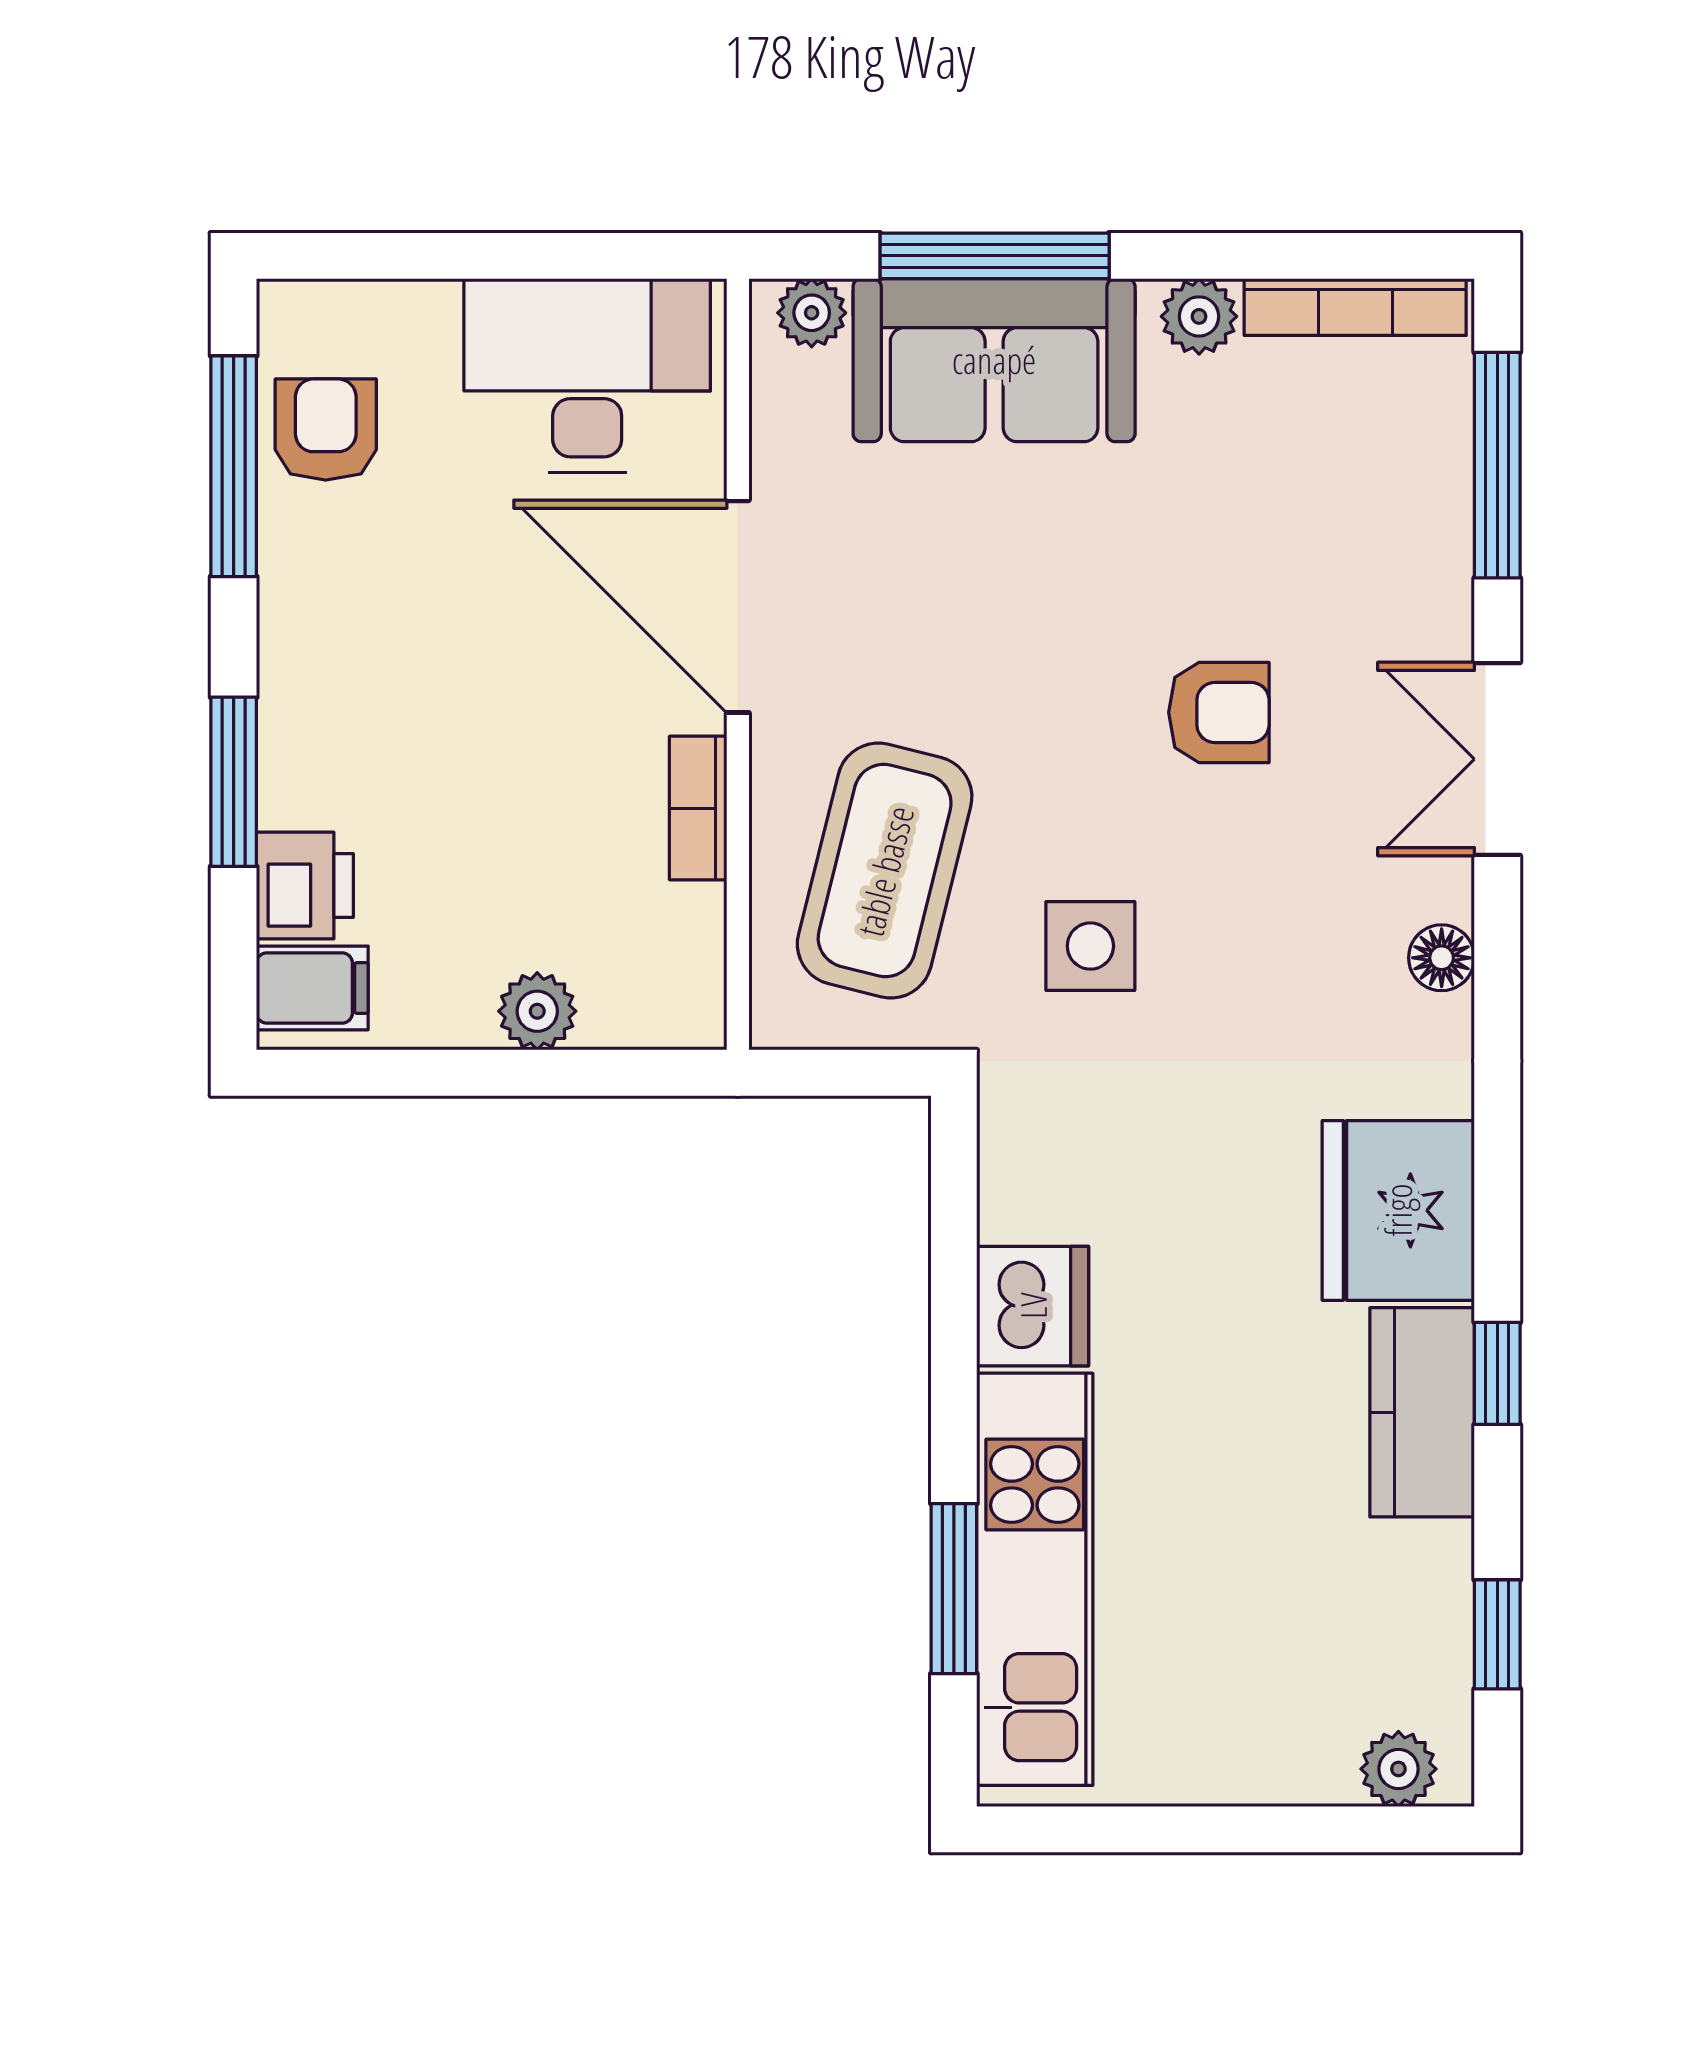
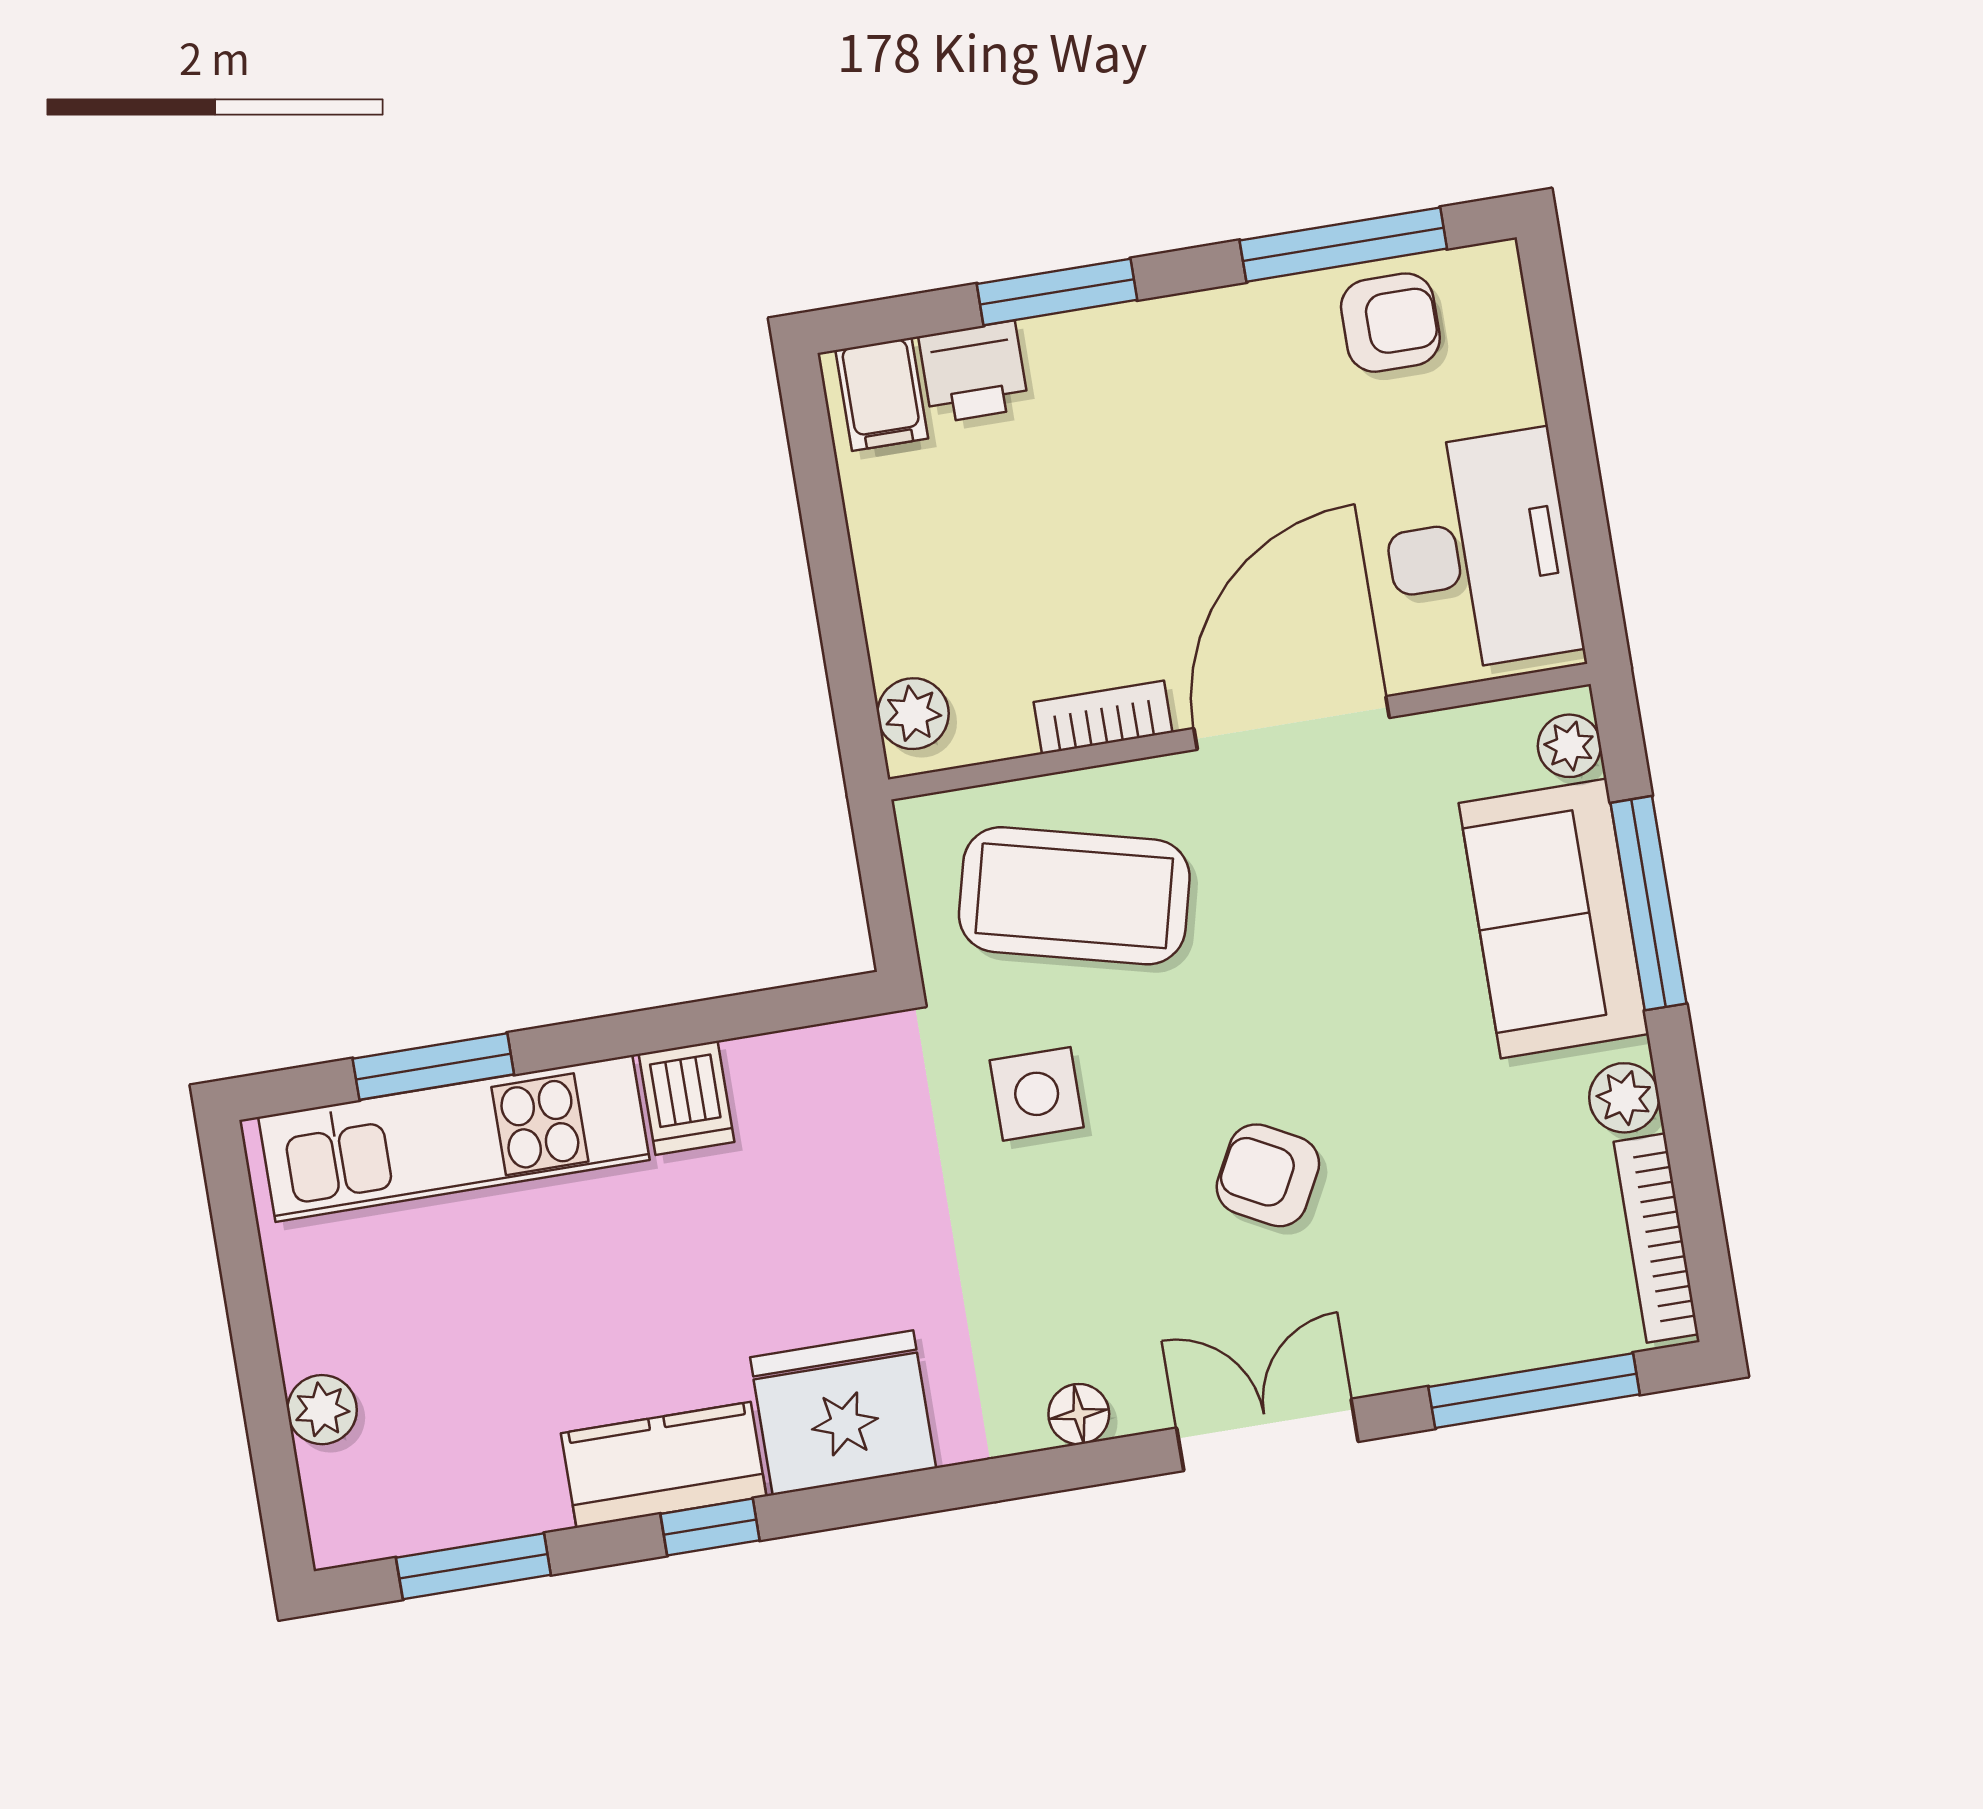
armchair: (1219, 712) -> (1268, 1175), turned 118
plant: (537, 1011) -> (913, 714), moved
dishwasher: (1033, 1306) -> (687, 1098), width x0.73
window: (1497, 1634) -> (473, 1566), width x1.50
plant: (1398, 1769) -> (322, 1410), moved

